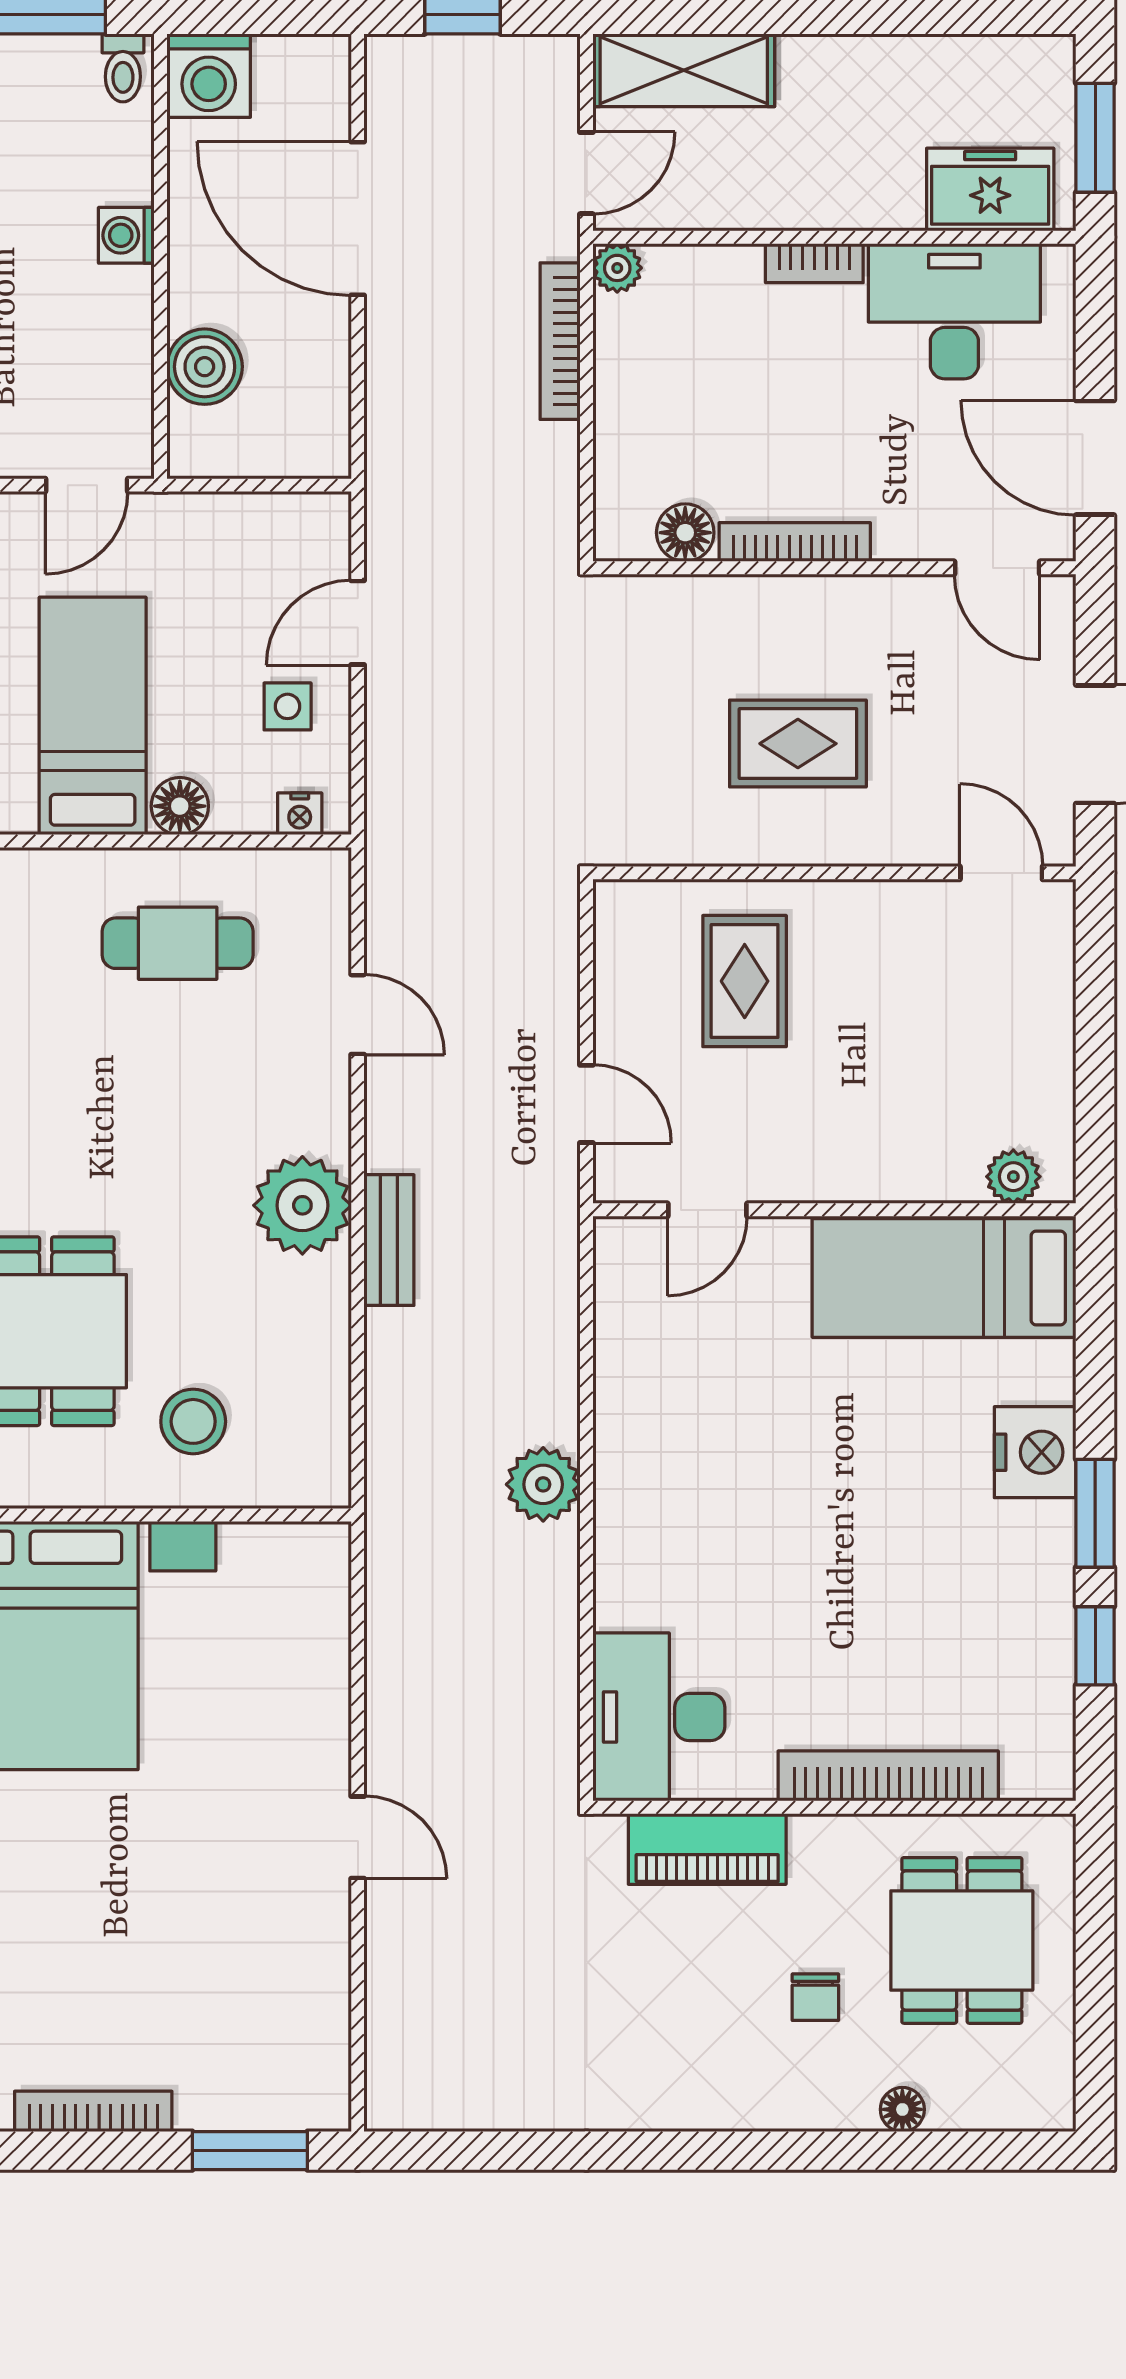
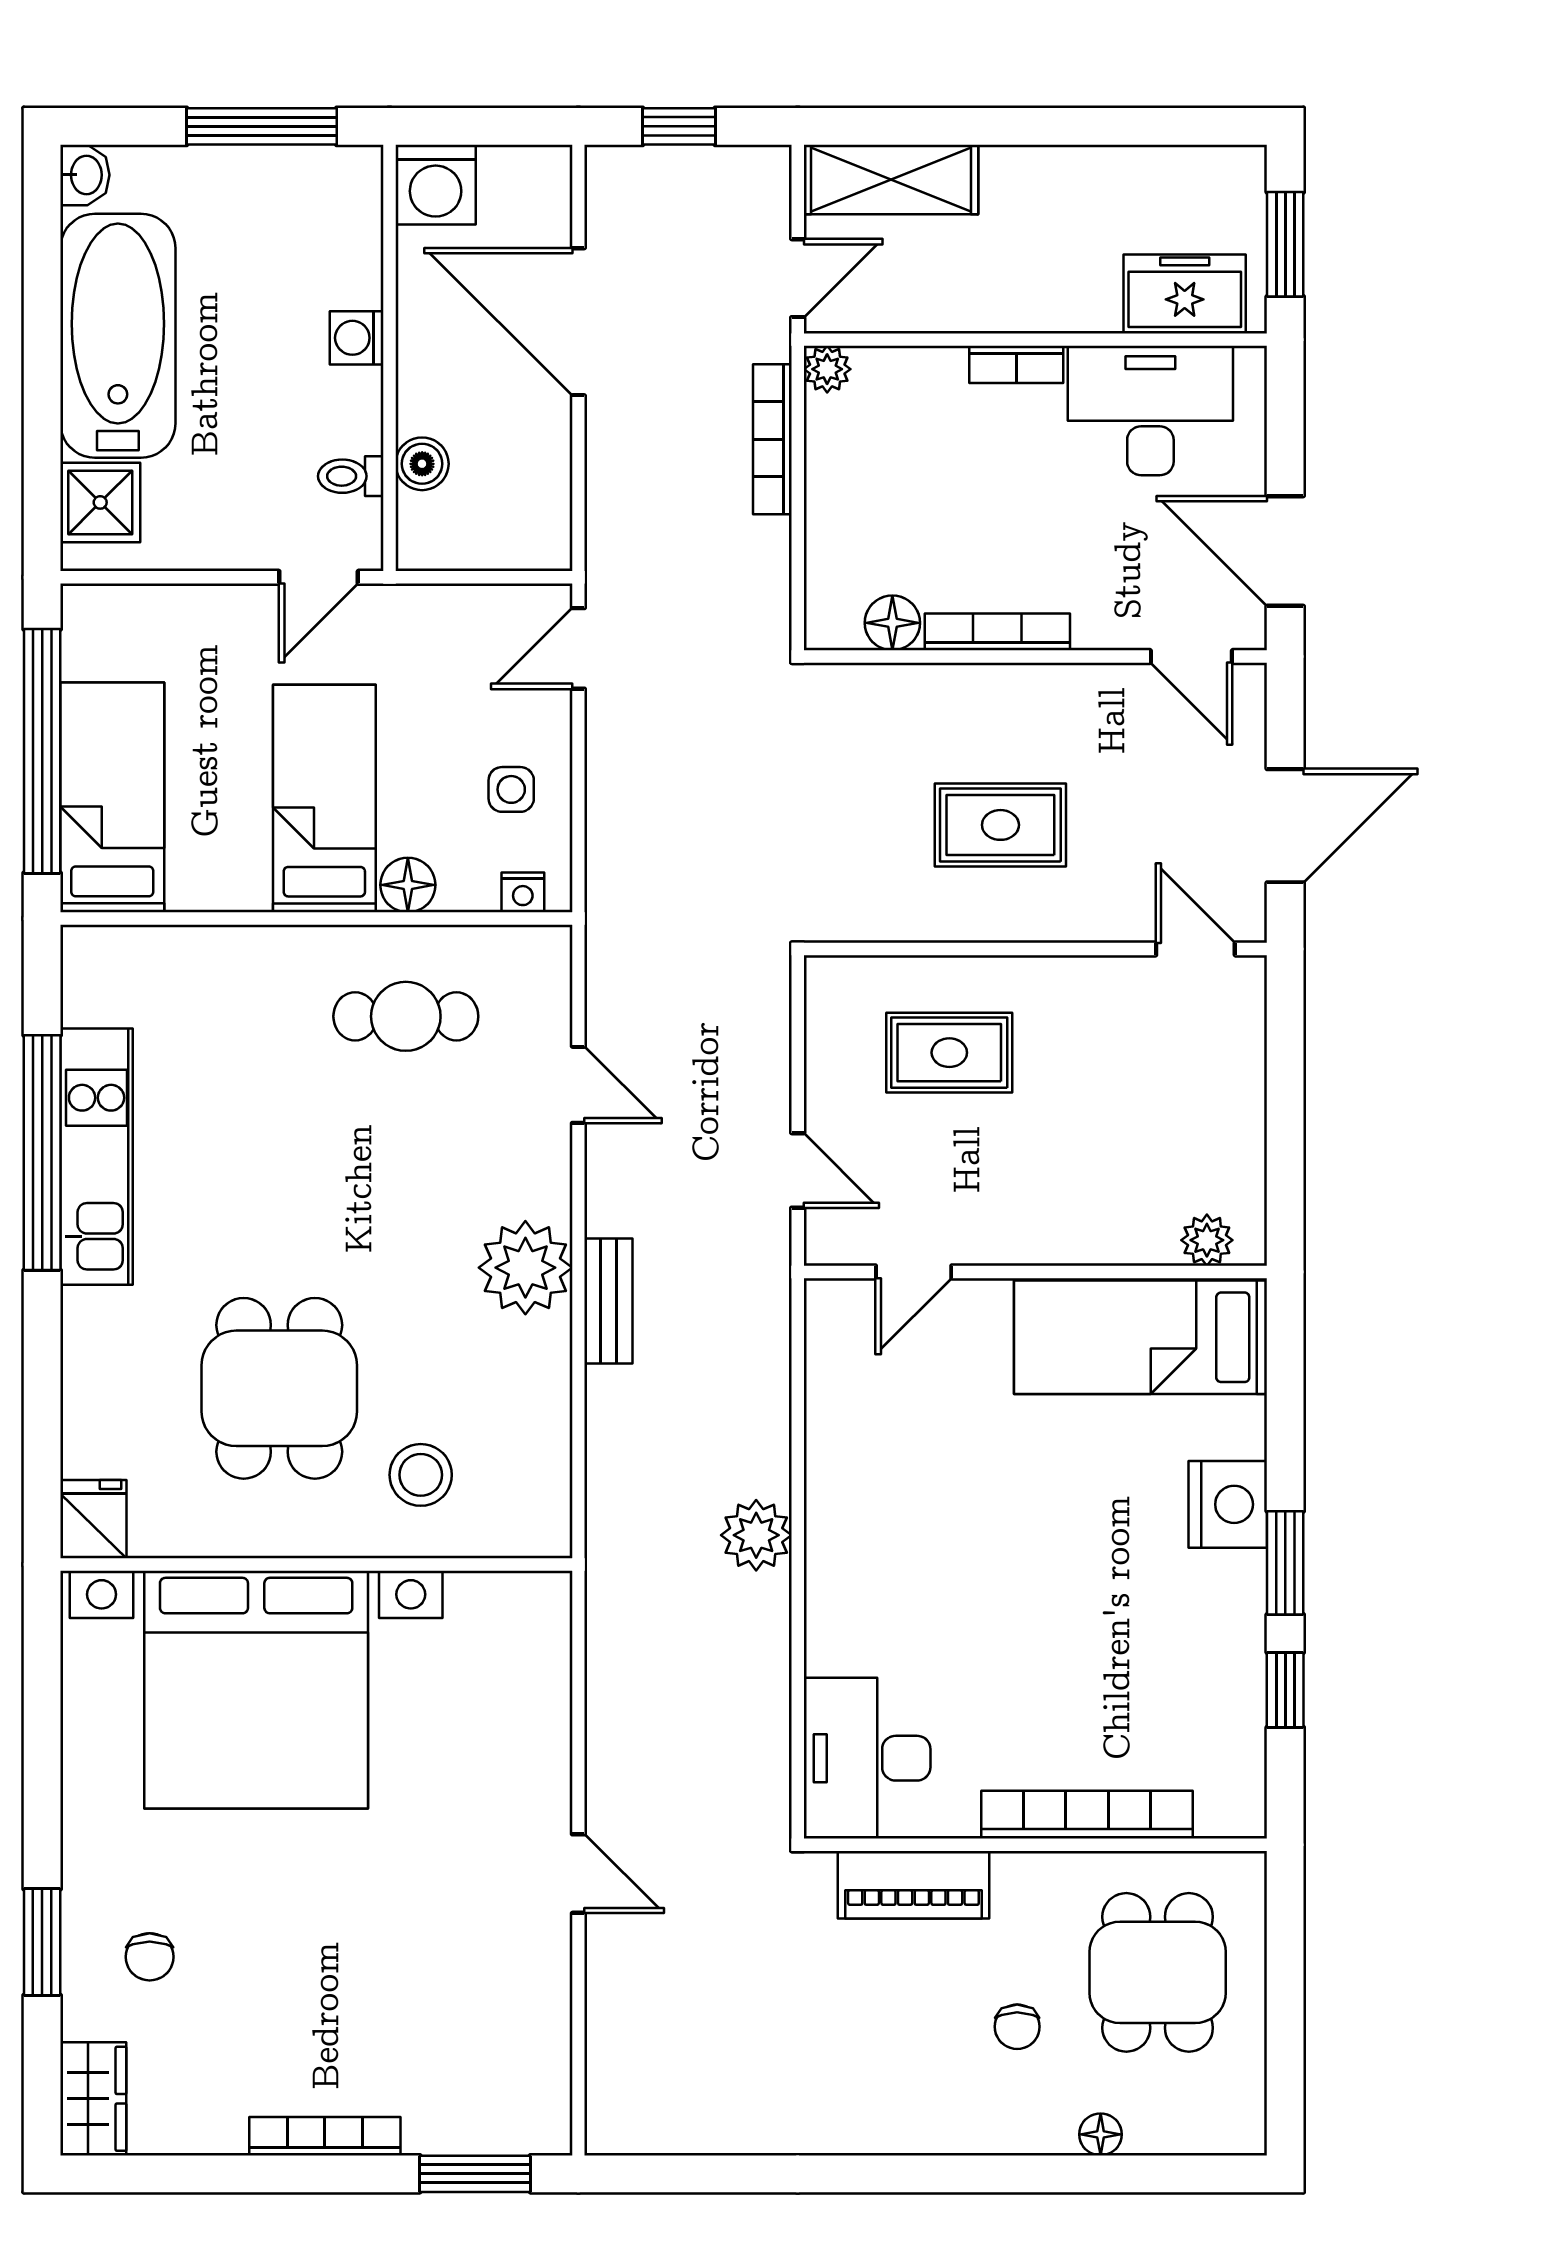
toilet: (123, 68) -> (351, 476), moved, turned 90
boiler: (205, 367) -> (422, 464), width x0.73, depth x0.73
door: (358, 623) -> (578, 648), moved
rug: (745, 981) -> (949, 1053), turned 90

